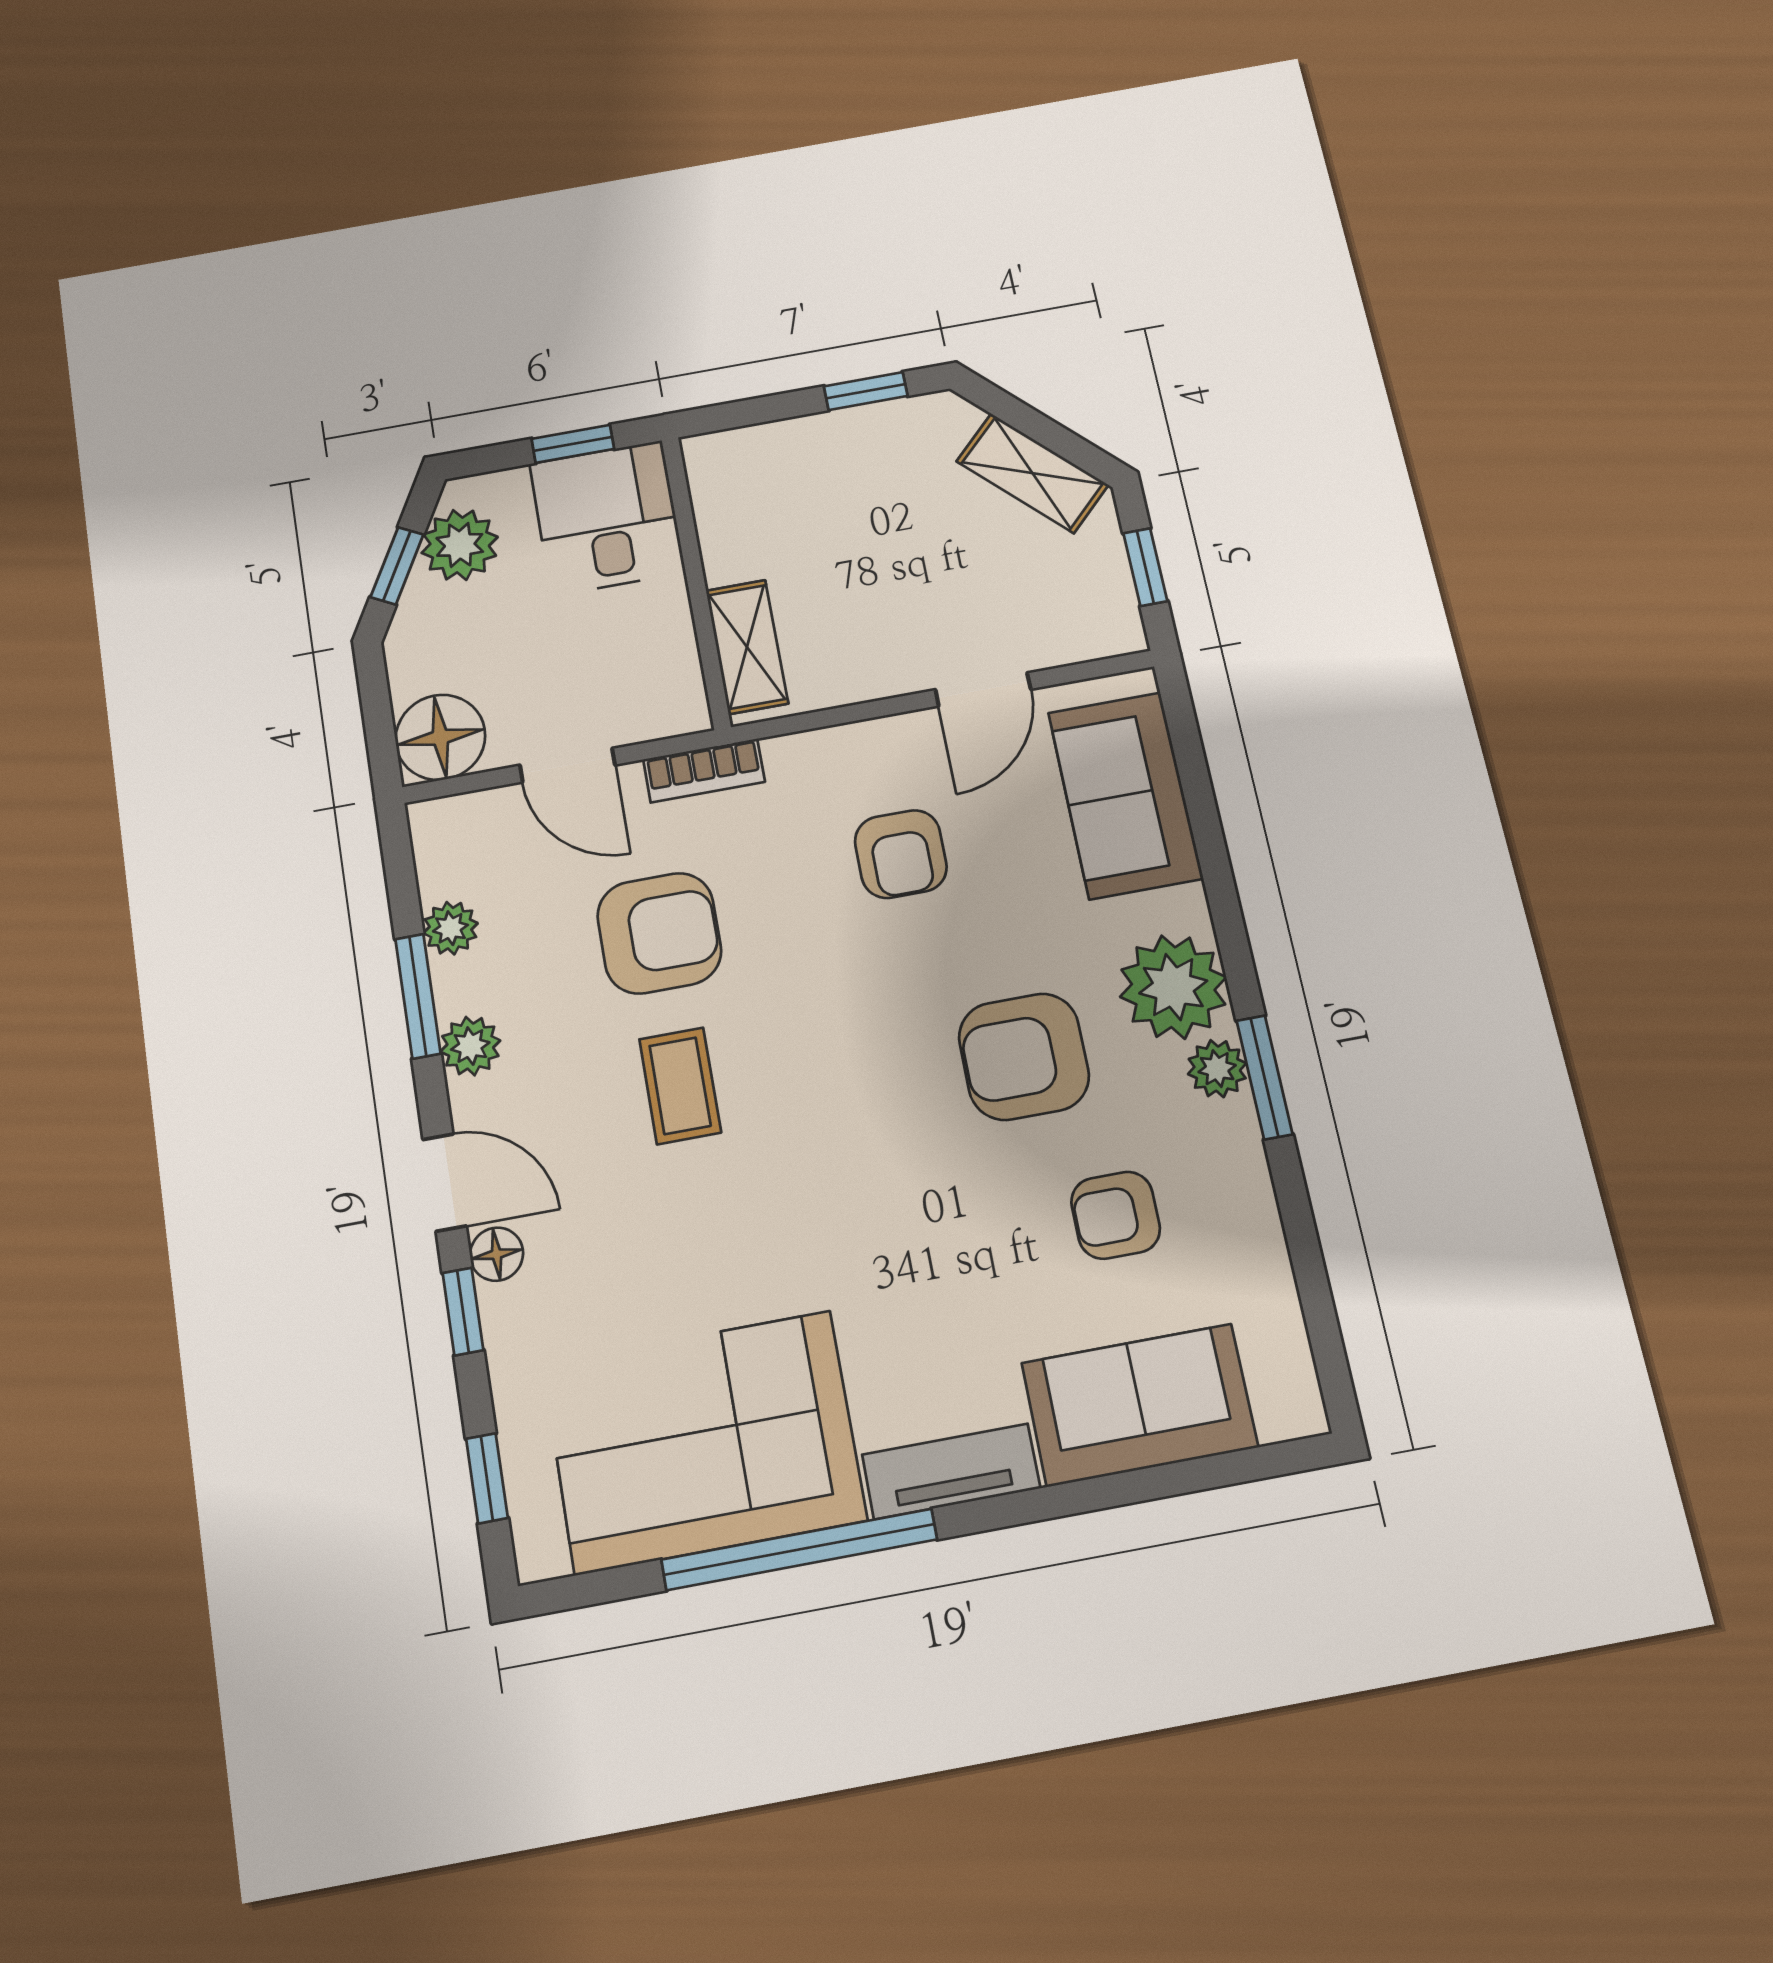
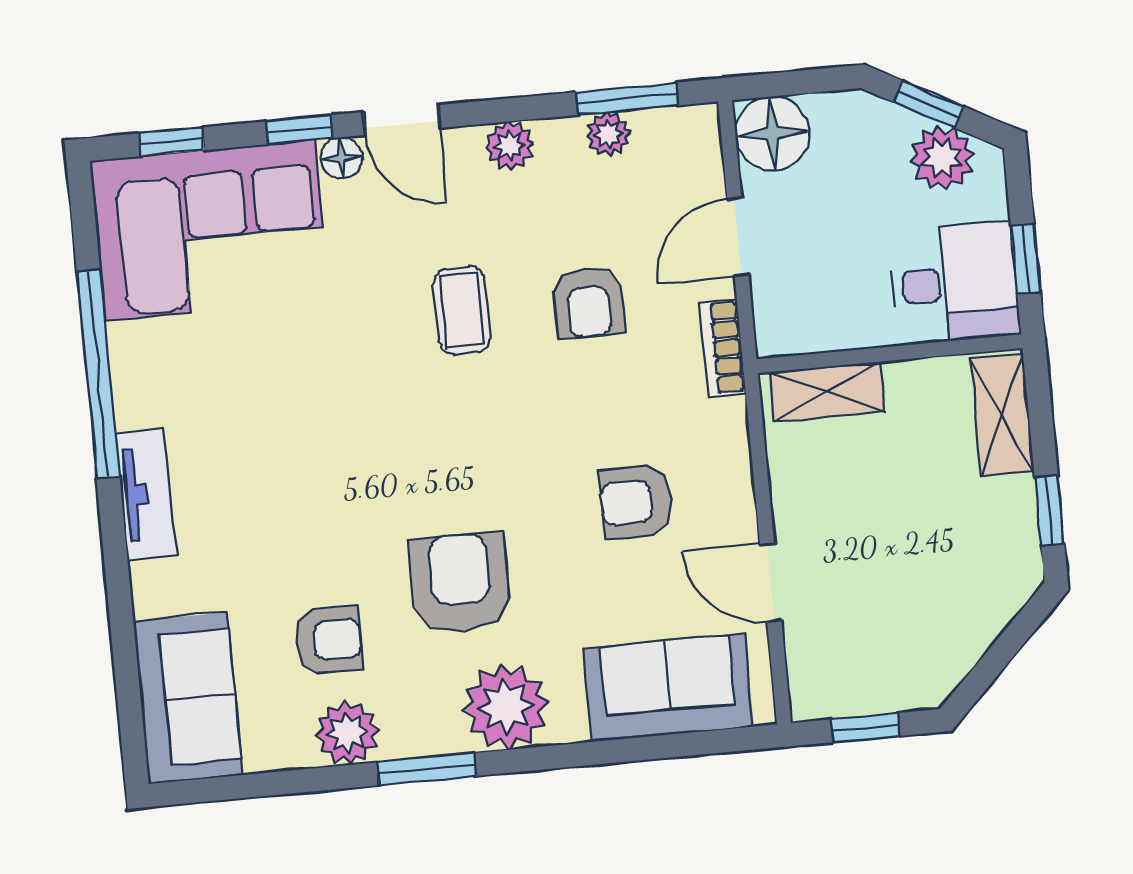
shelving: (1032, 473) -> (1002, 415), moved, turned -45
armchair: (659, 933) -> (588, 302), width x0.72, depth x0.72
window: (418, 996) -> (627, 99), moved
plant: (1217, 1069) -> (347, 733), moved, width x1.38, depth x1.38
coffee table: (680, 1086) -> (462, 310), turned 90
door: (444, 1183) -> (402, 120), hinge flipped
armchair: (1116, 1215) -> (328, 640), turned 90
sofa: (1139, 1405) -> (188, 698), moved
corner sofa: (704, 1442) -> (210, 230), moved, turned 90

